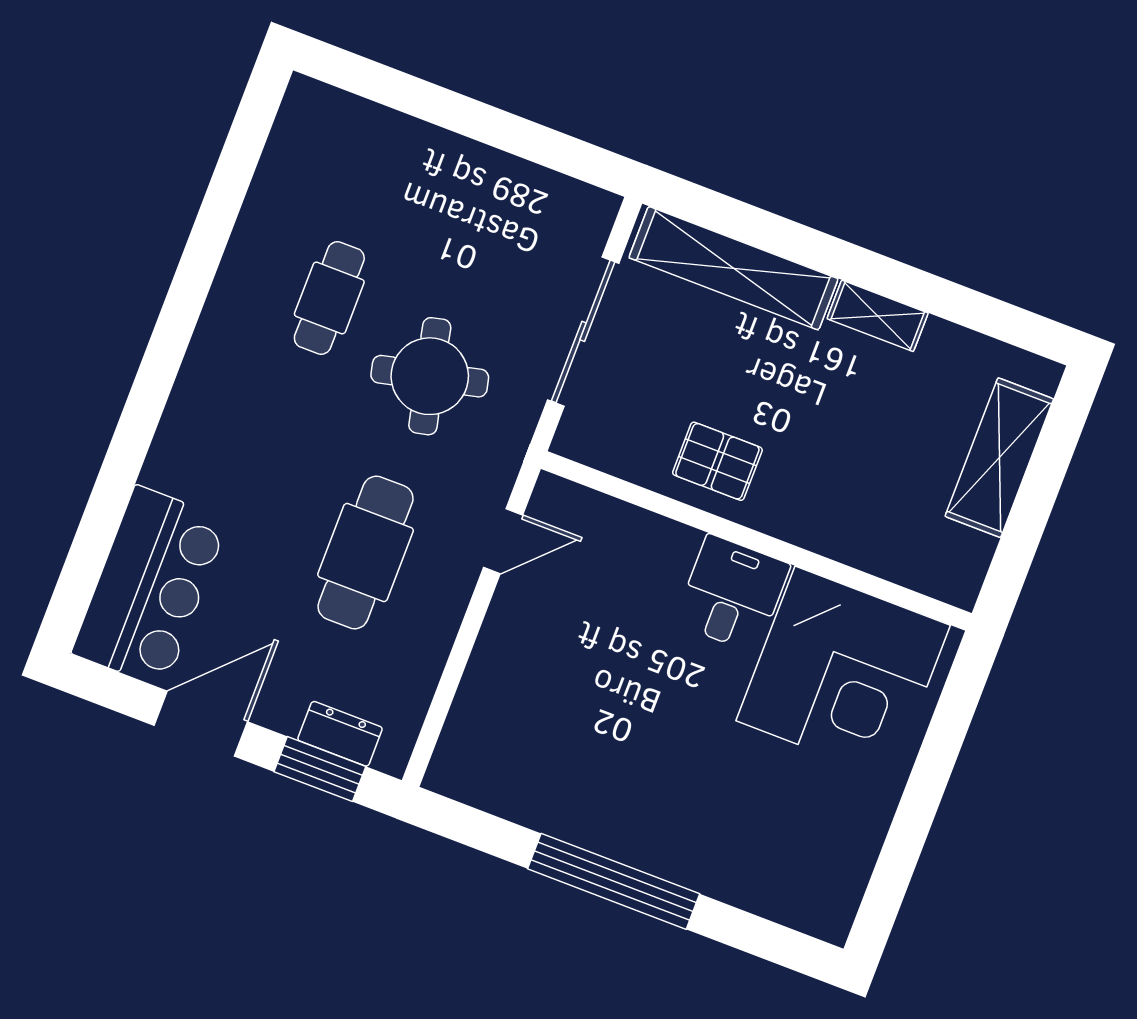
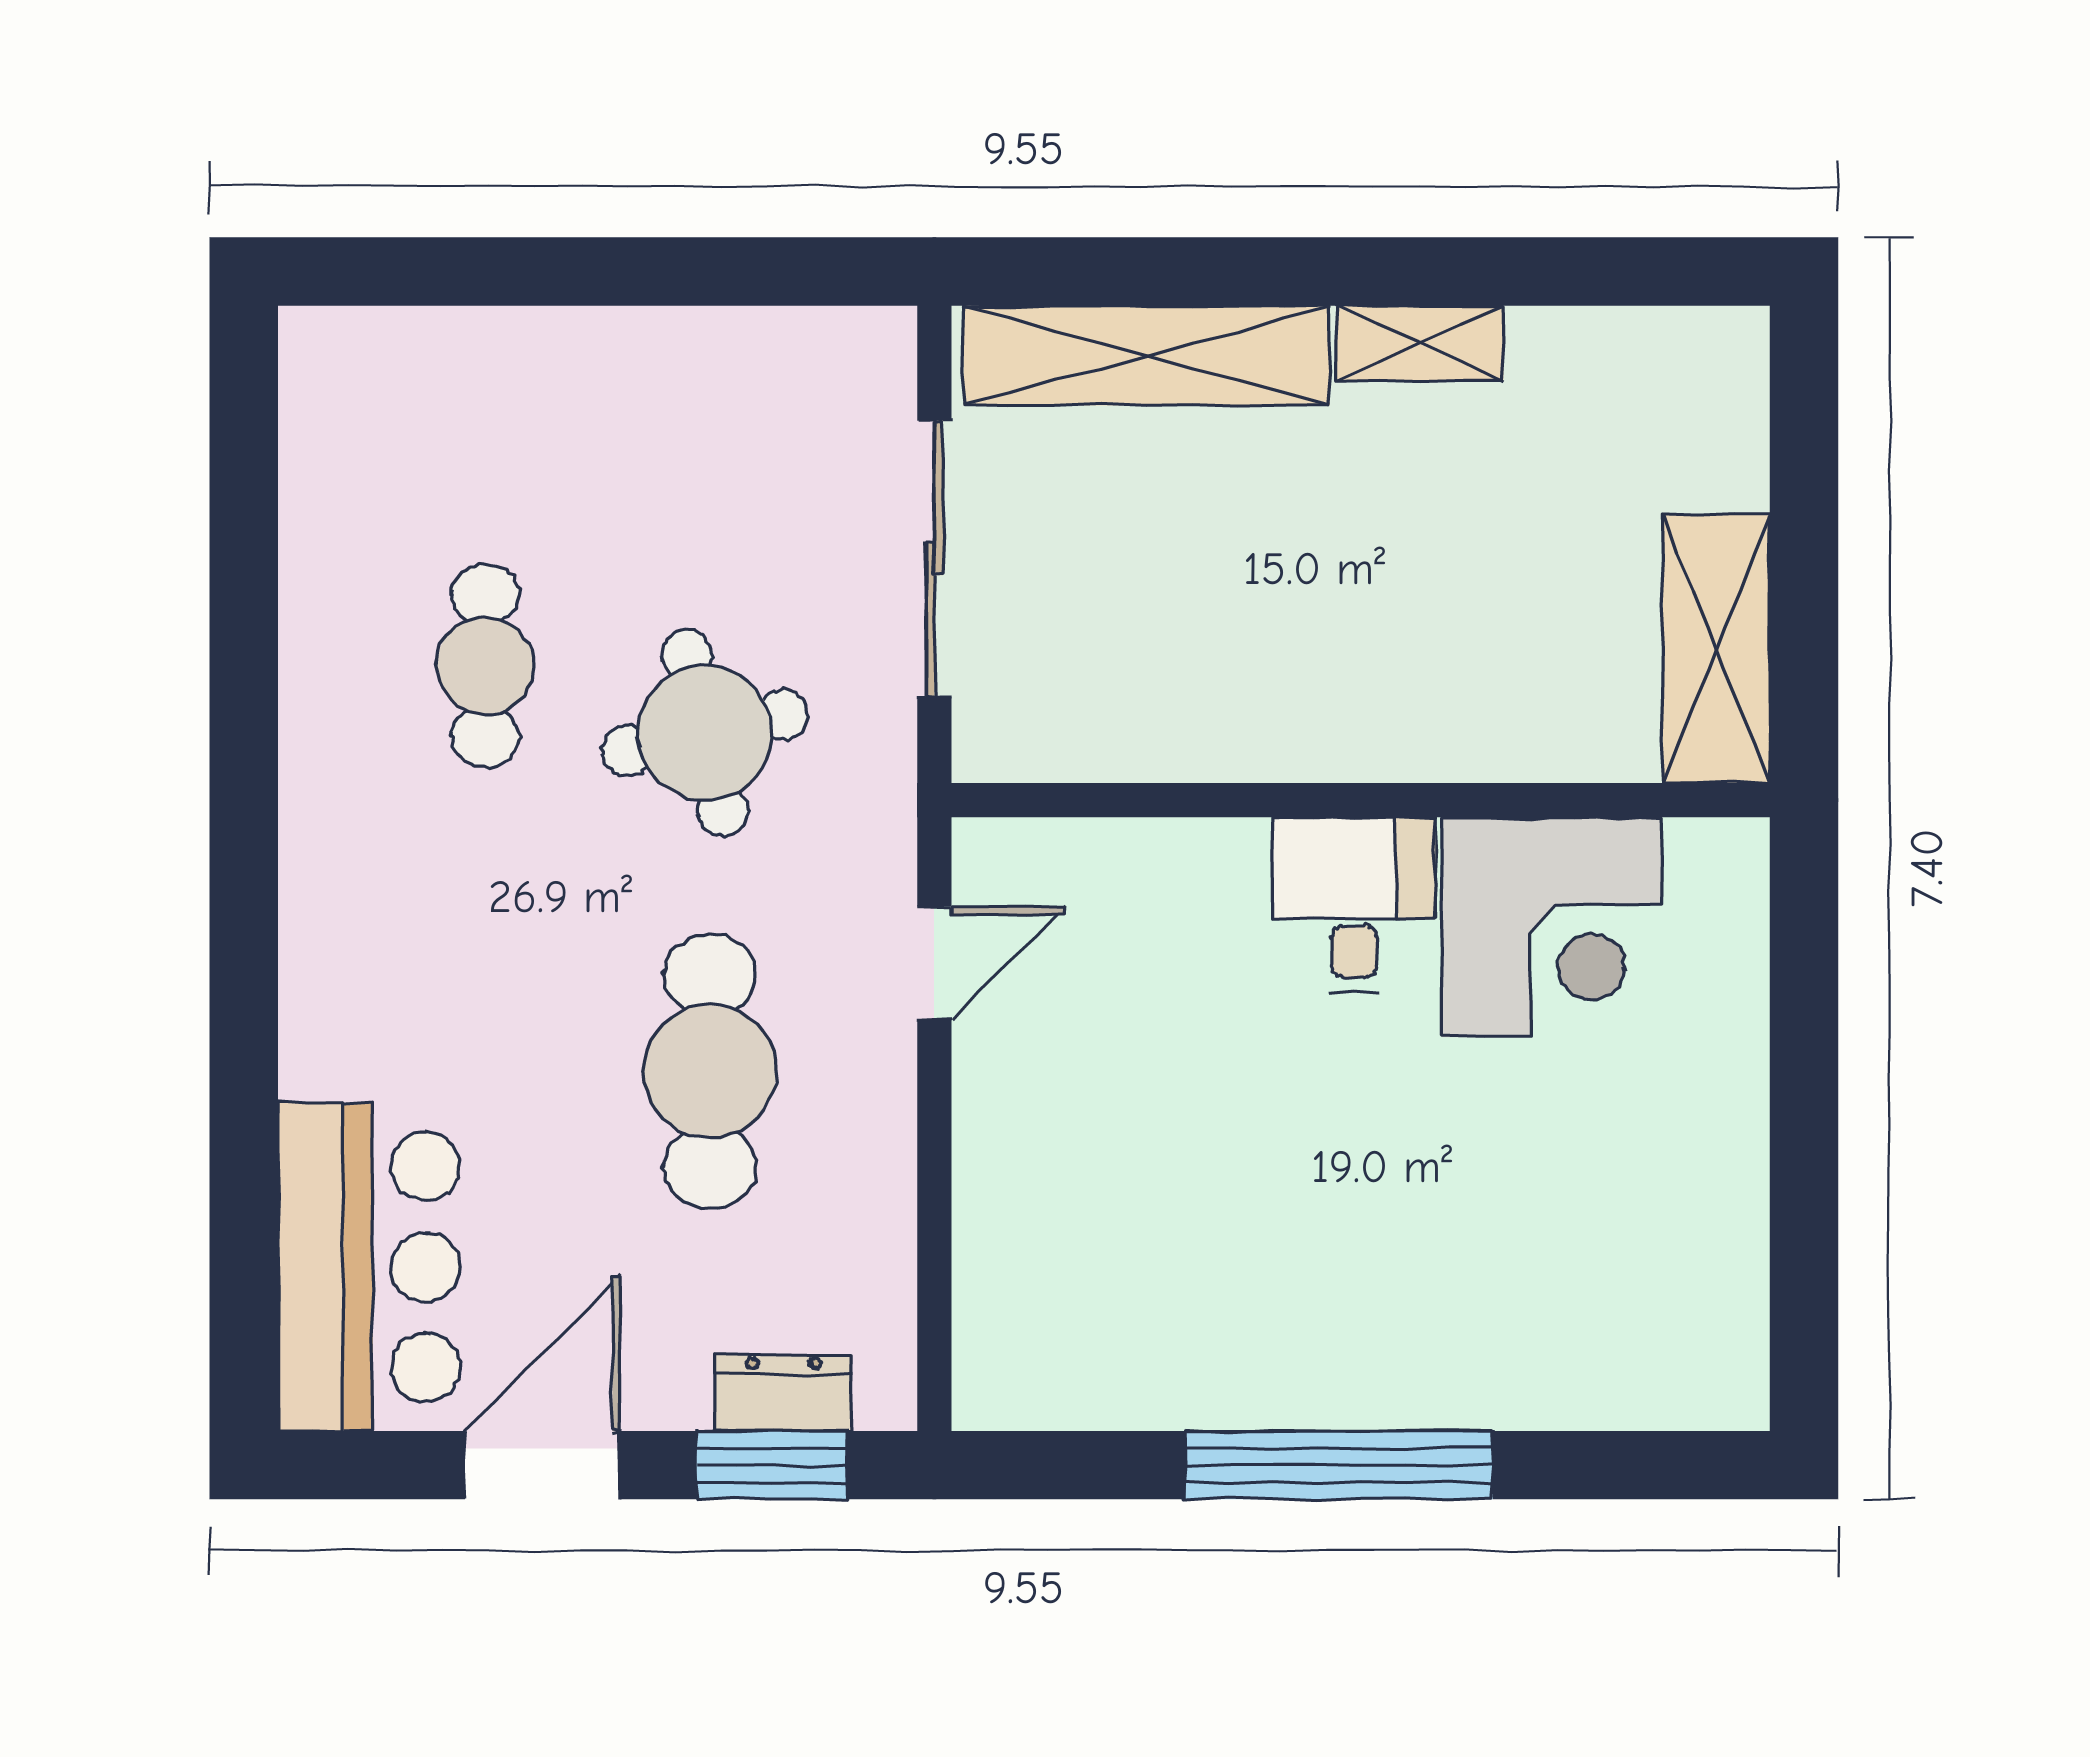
shelving: (999, 458) -> (1716, 649), moved
pallet: (717, 461) -> (1244, 691), removed
corner desk: (843, 673) -> (1552, 927), width x0.74, depth x0.74

